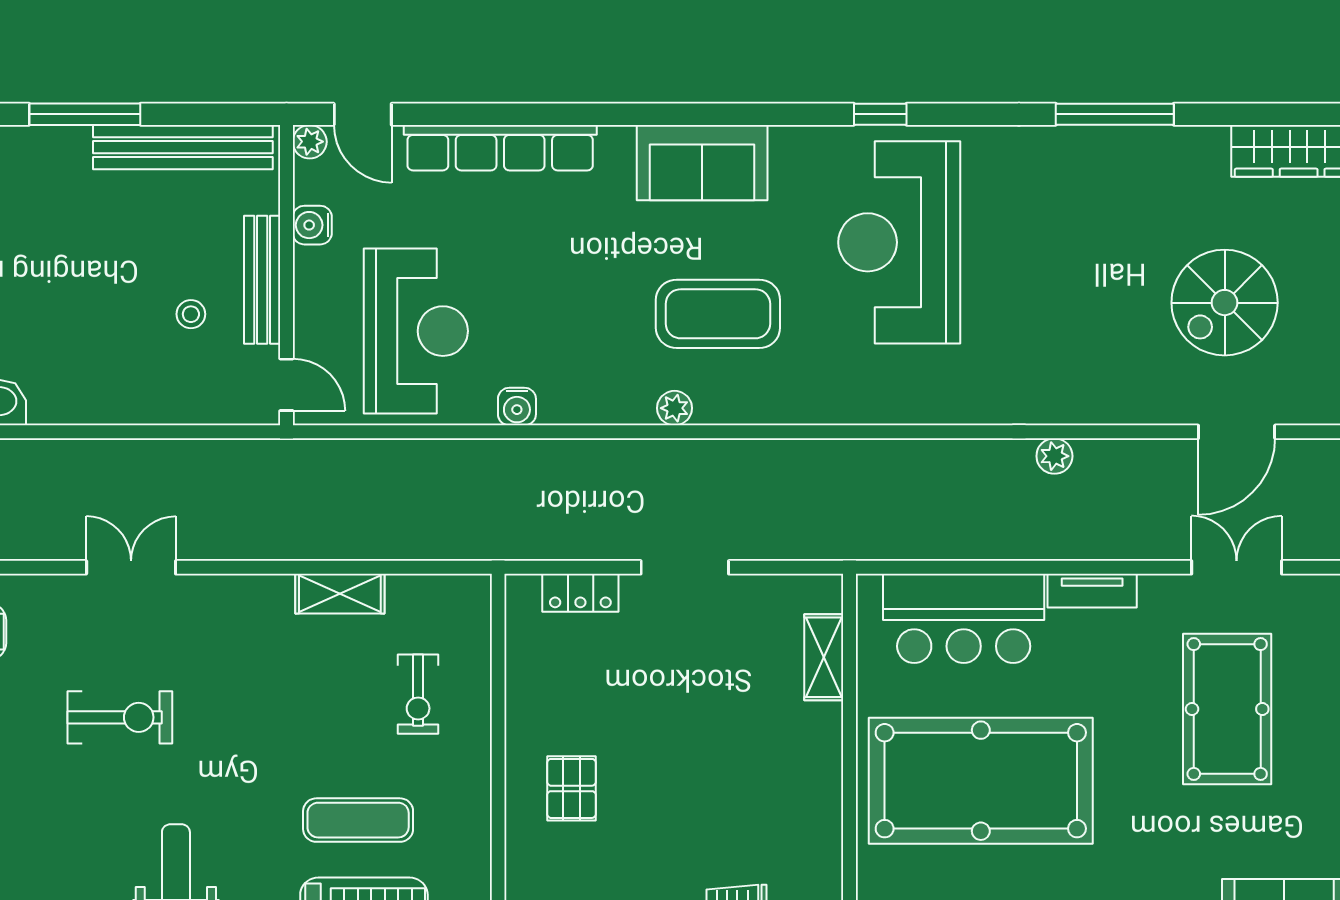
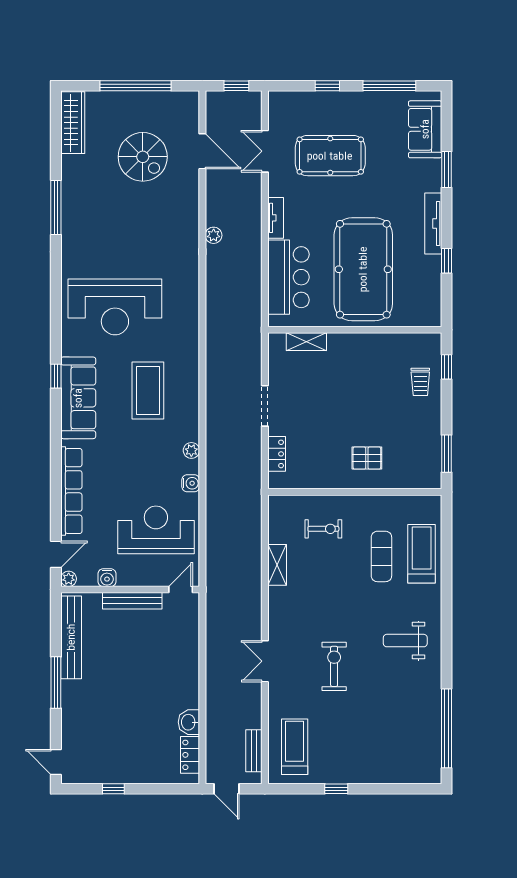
window: (880, 114) -> (56, 376), moved
sofa: (702, 163) -> (78, 398), width x1.36
stool: (191, 314) -> (148, 634), removed
plant: (675, 408) -> (191, 450), moved

